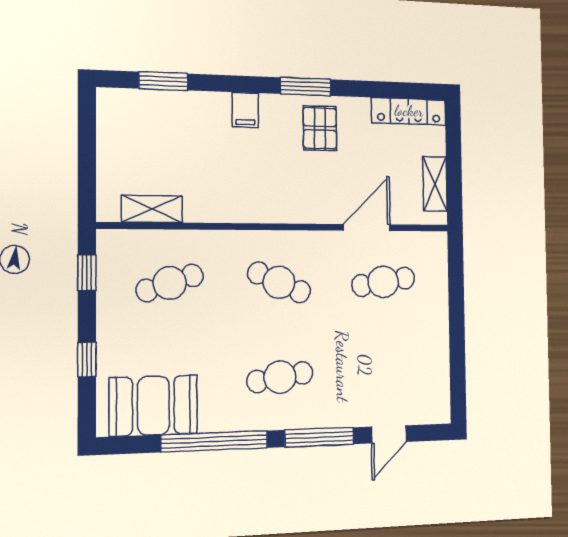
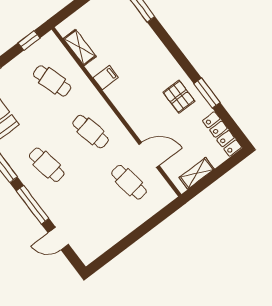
window: (306, 87) -> (207, 93), moved
filing cabinet: (245, 110) -> (106, 78), moved, turned 180
pallet: (320, 128) -> (179, 97), turned 90
cafe table: (279, 282) -> (91, 132), turned -36

